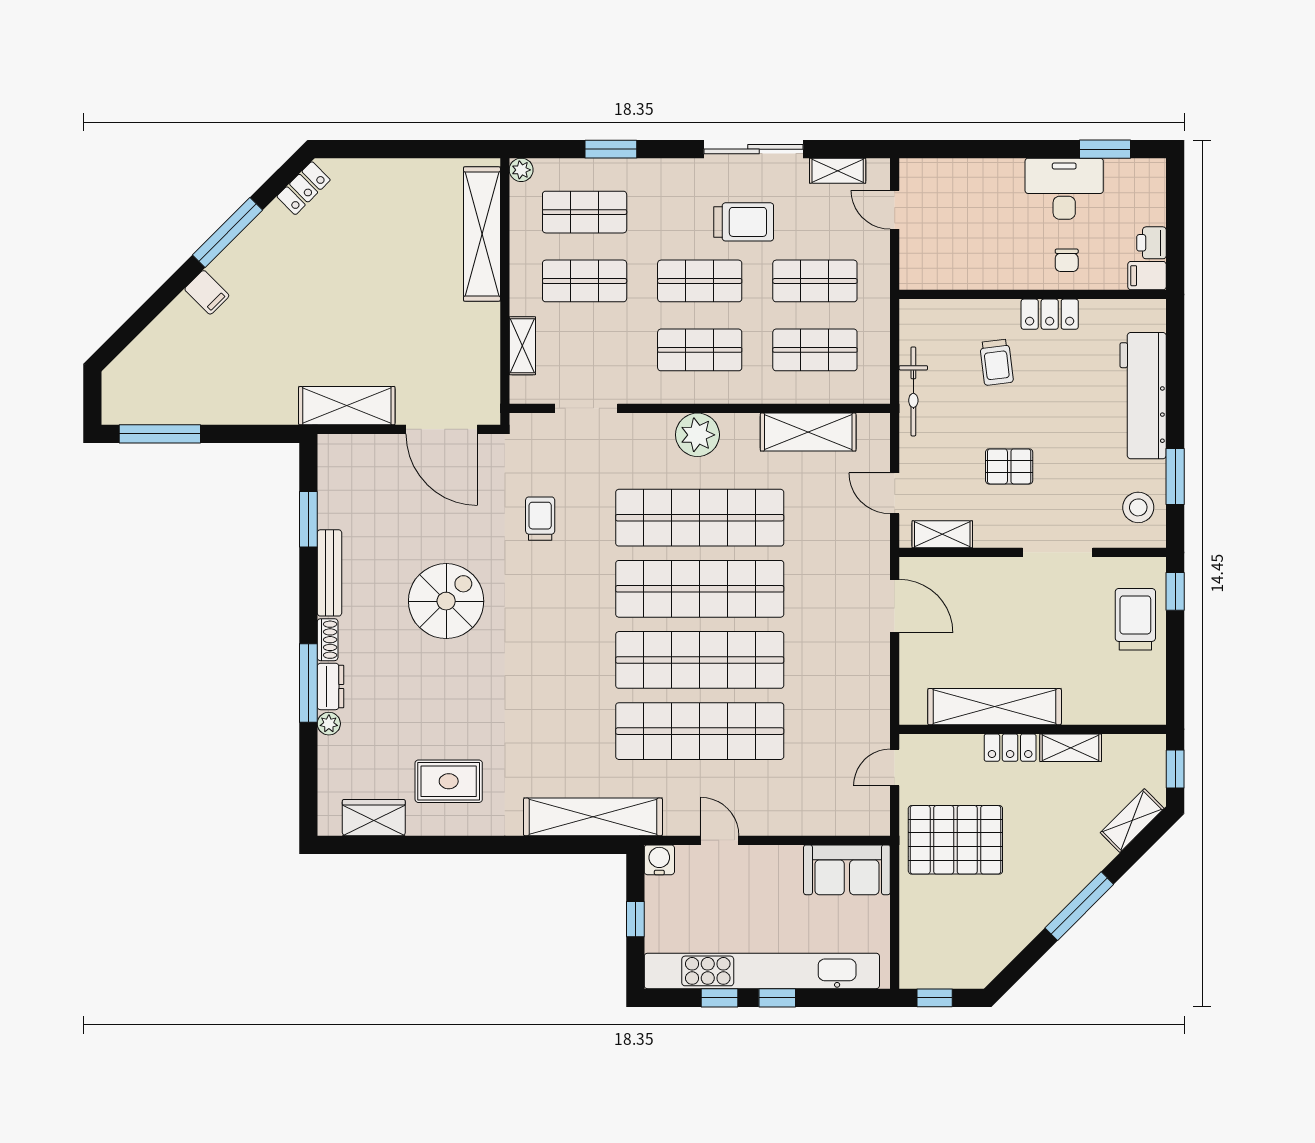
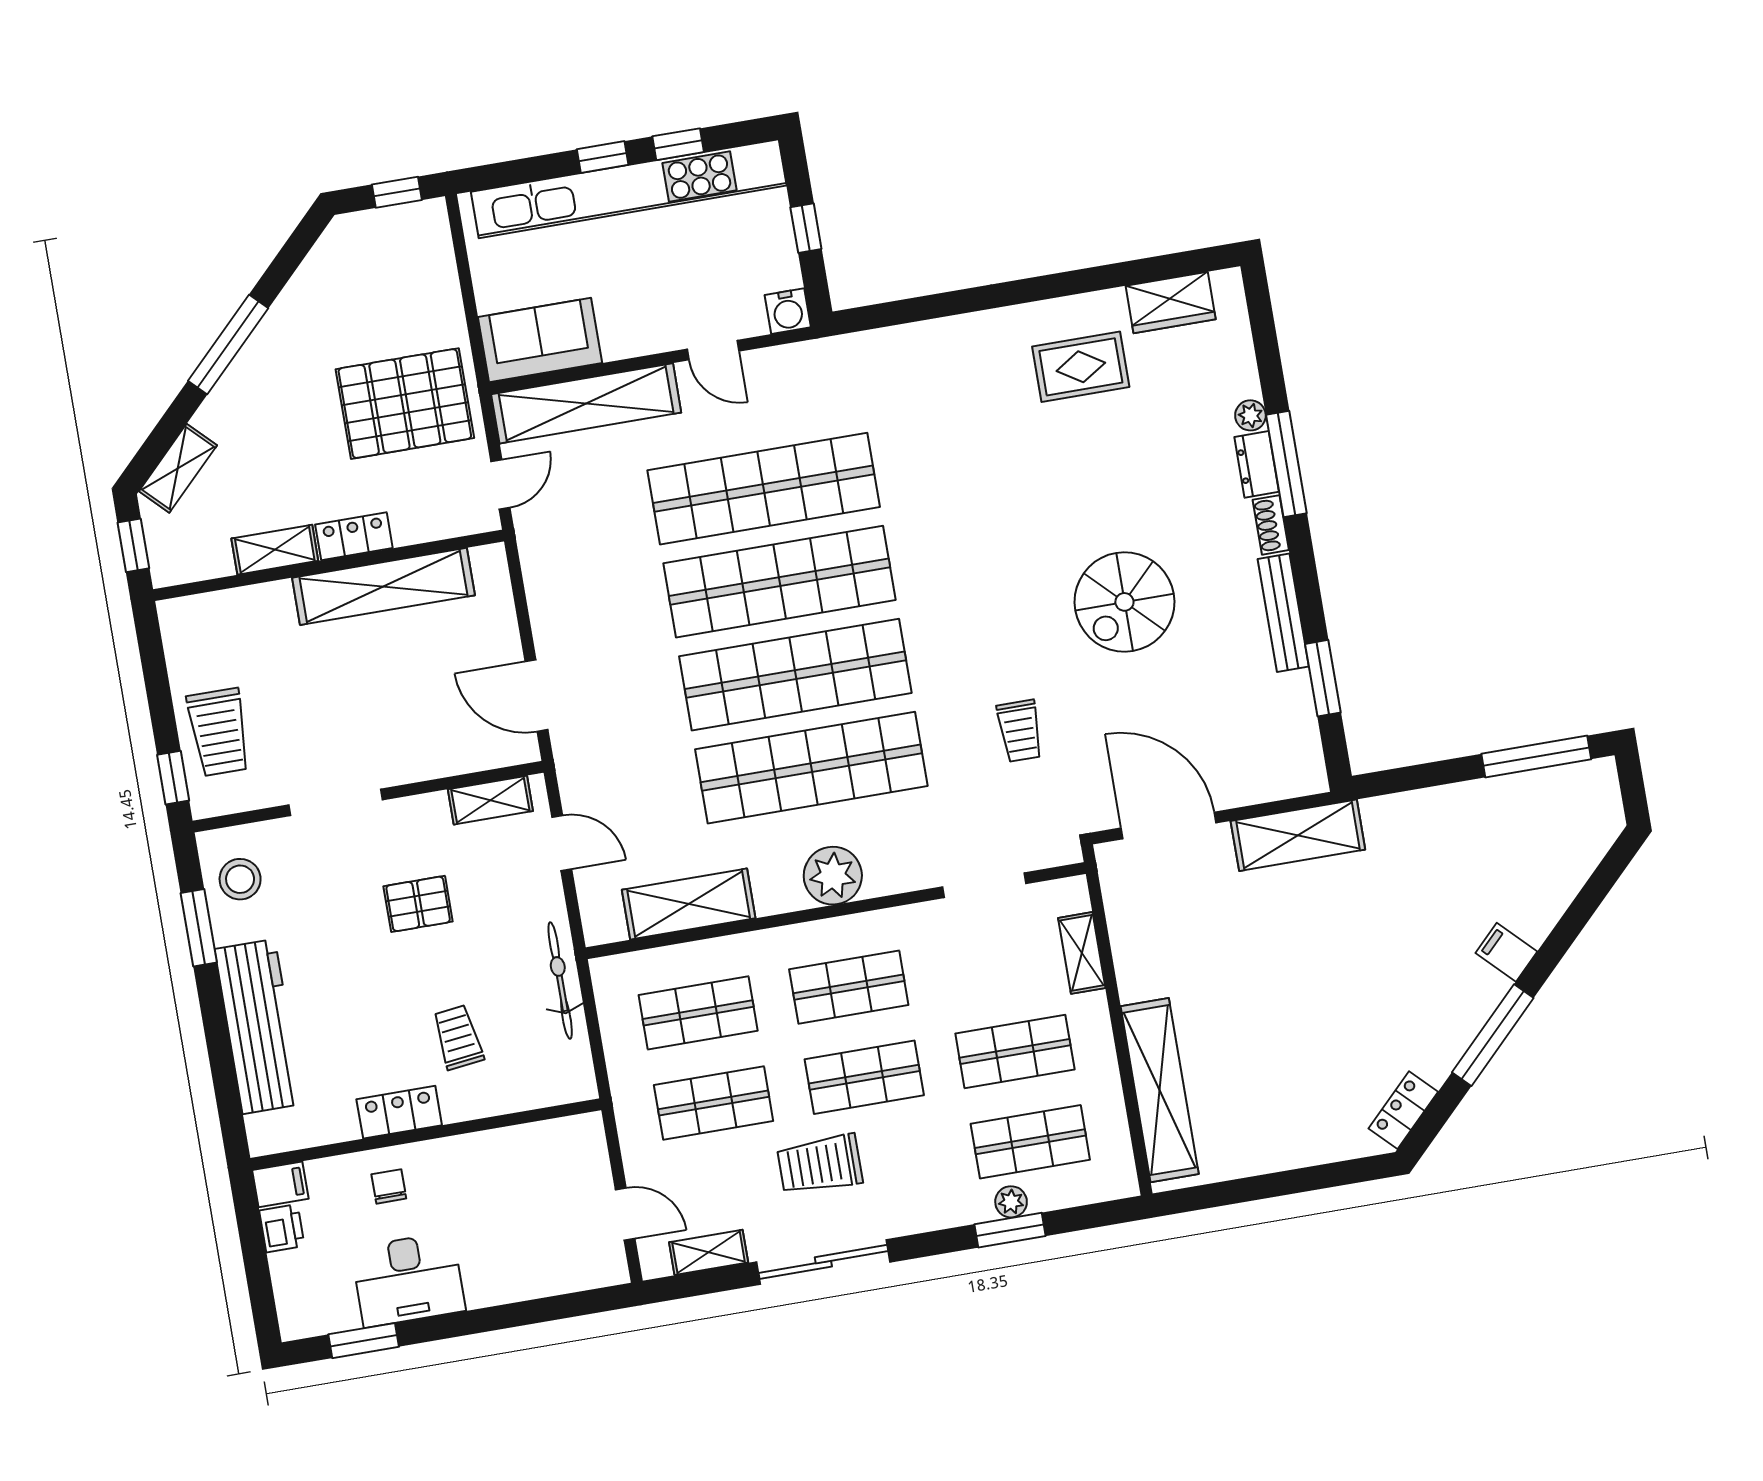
plant: (521, 170) -> (1011, 1202), moved
shelving: (593, 817) -> (586, 403), moved

